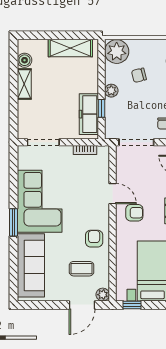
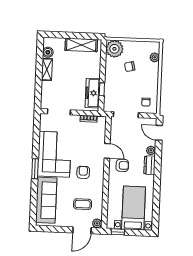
plant: (111, 91) -> (109, 77), removed
armchair: (94, 239) -> (83, 172), moved

